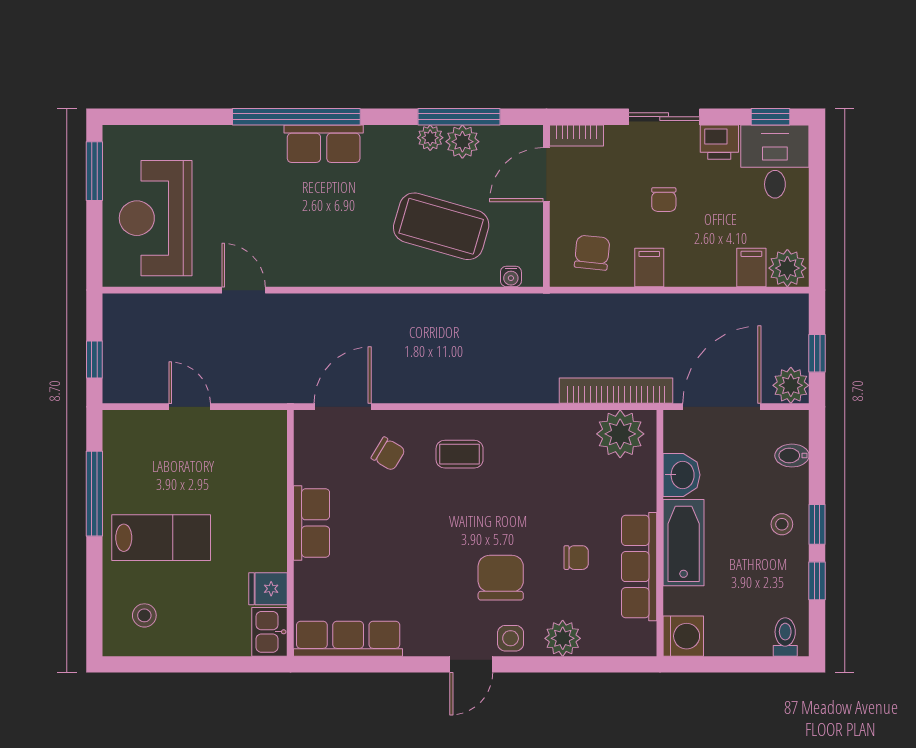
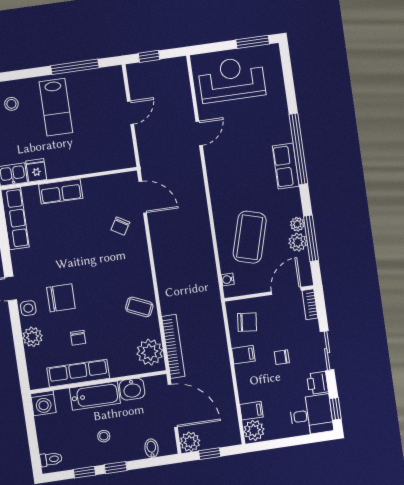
door: (546, 175) -> (286, 291), hinge flipped
coffee table: (460, 454) -> (139, 307), moved, turned -66
row of seats: (312, 523) -> (61, 191), moved
stool: (782, 524) -> (104, 436), moved

